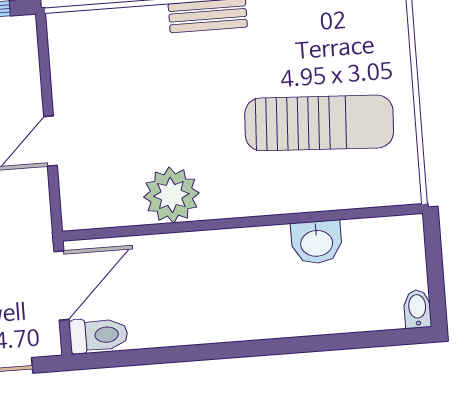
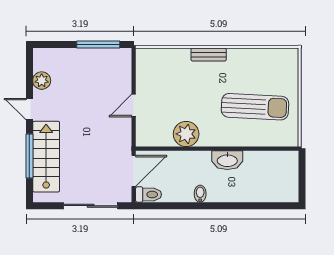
washbasin: (317, 242) -> (227, 160), moved, width x1.38
bidet: (417, 309) -> (200, 194), moved

